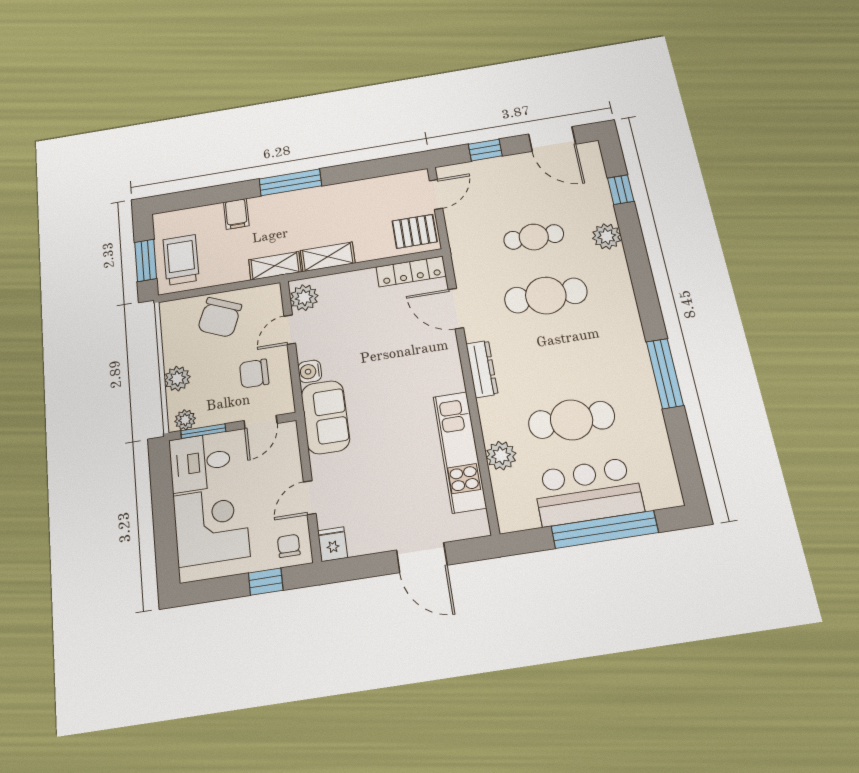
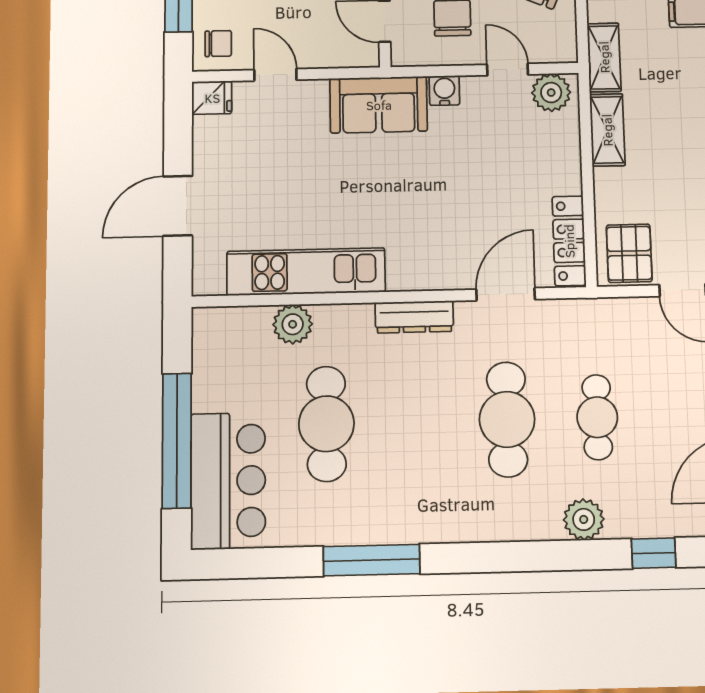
bar counter: (588, 492) -> (228, 481), moved

